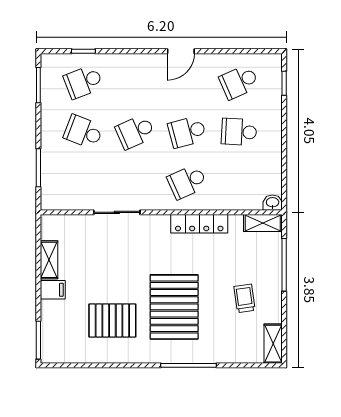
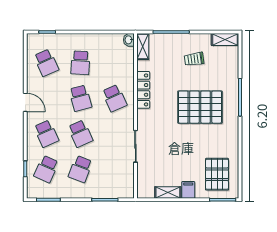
school desk: (83, 82) -> (46, 169), turned 45
school desk: (135, 82) -> (46, 134), added
pallet: (112, 320) -> (217, 174), moved

